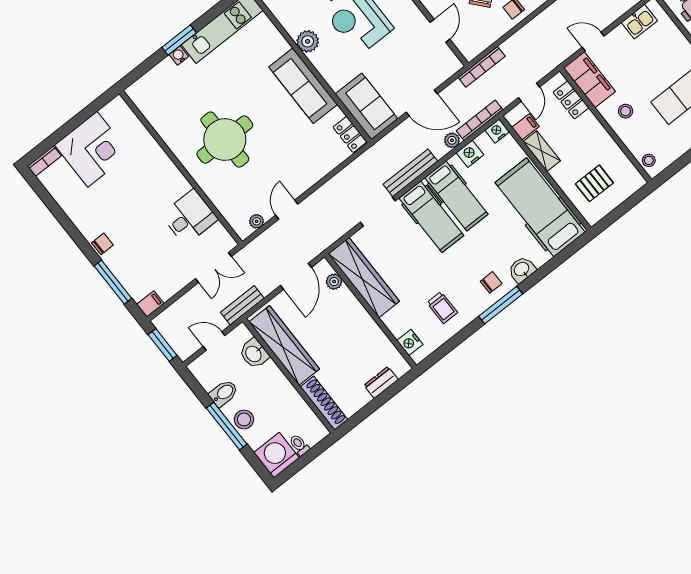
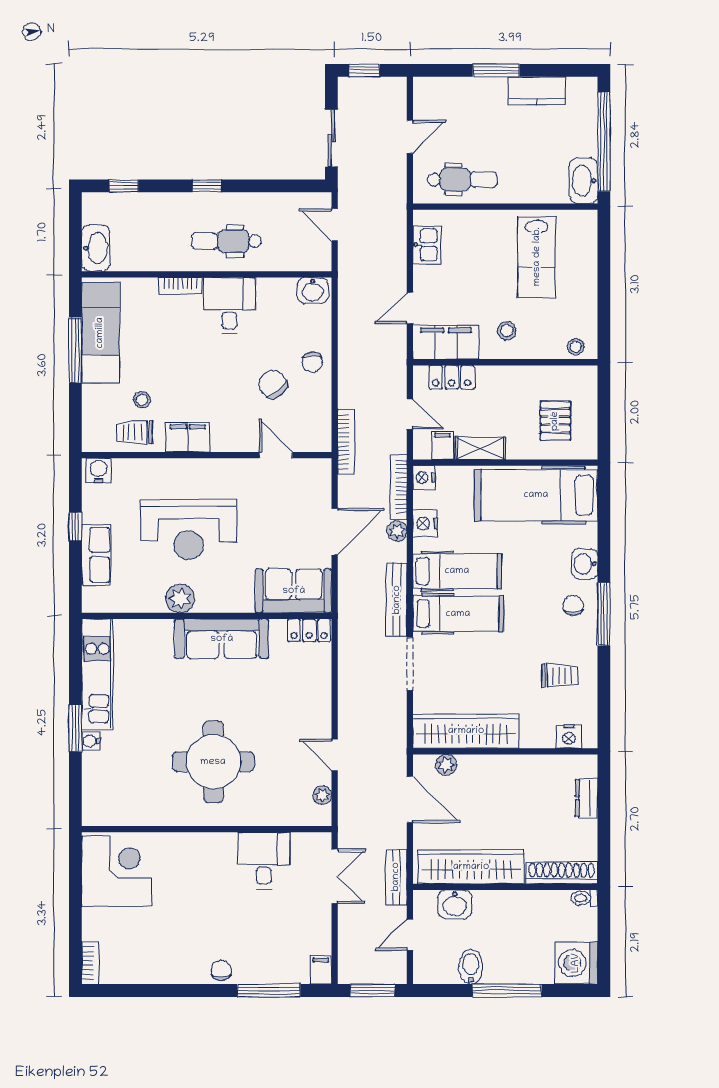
corner desk: (92, 149) -> (117, 871), moved
stool: (244, 419) -> (514, 967), removed
toilet: (299, 445) -> (584, 898), moved

